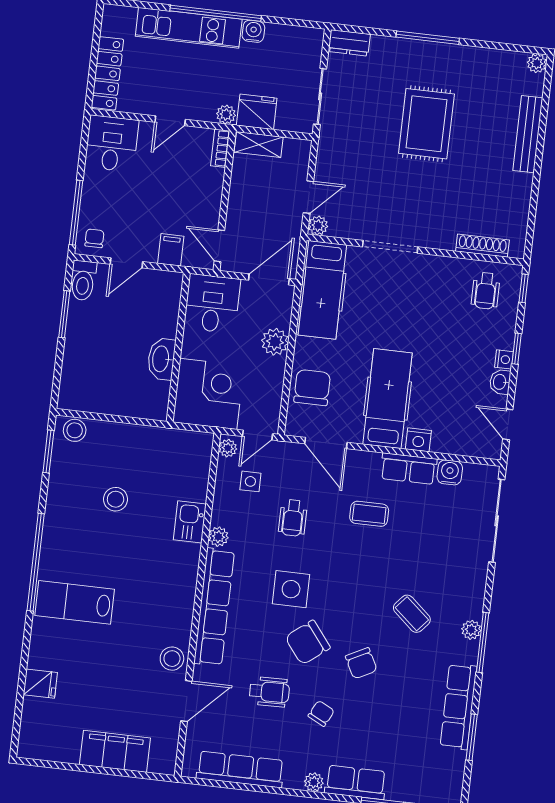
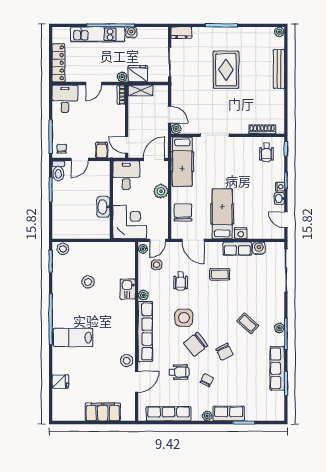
door: (308, 197) -> (170, 115), hinge flipped

